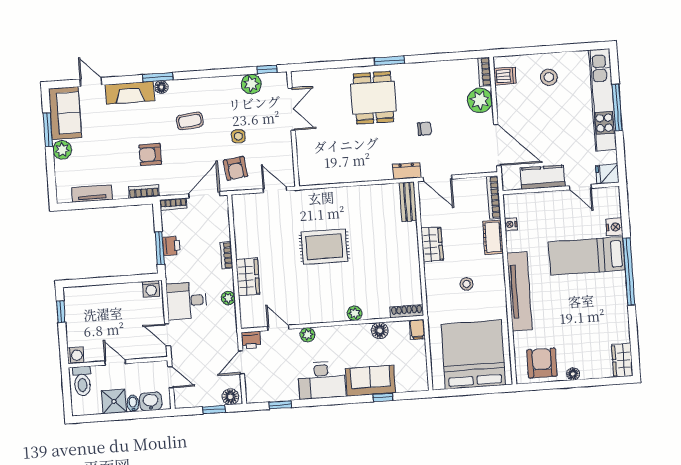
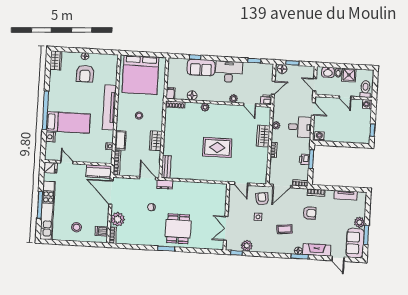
kitchen counter: (543, 177) -> (99, 171), moved
armchair: (542, 363) -> (85, 74), moved

